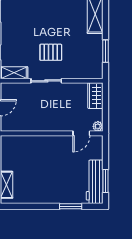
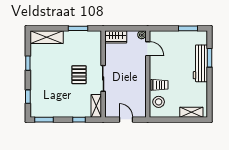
stool: (19, 146) -> (159, 102), added
trolley: (39, 147) -> (159, 85), added
workbench: (95, 182) -> (200, 63), moved, turned 90

